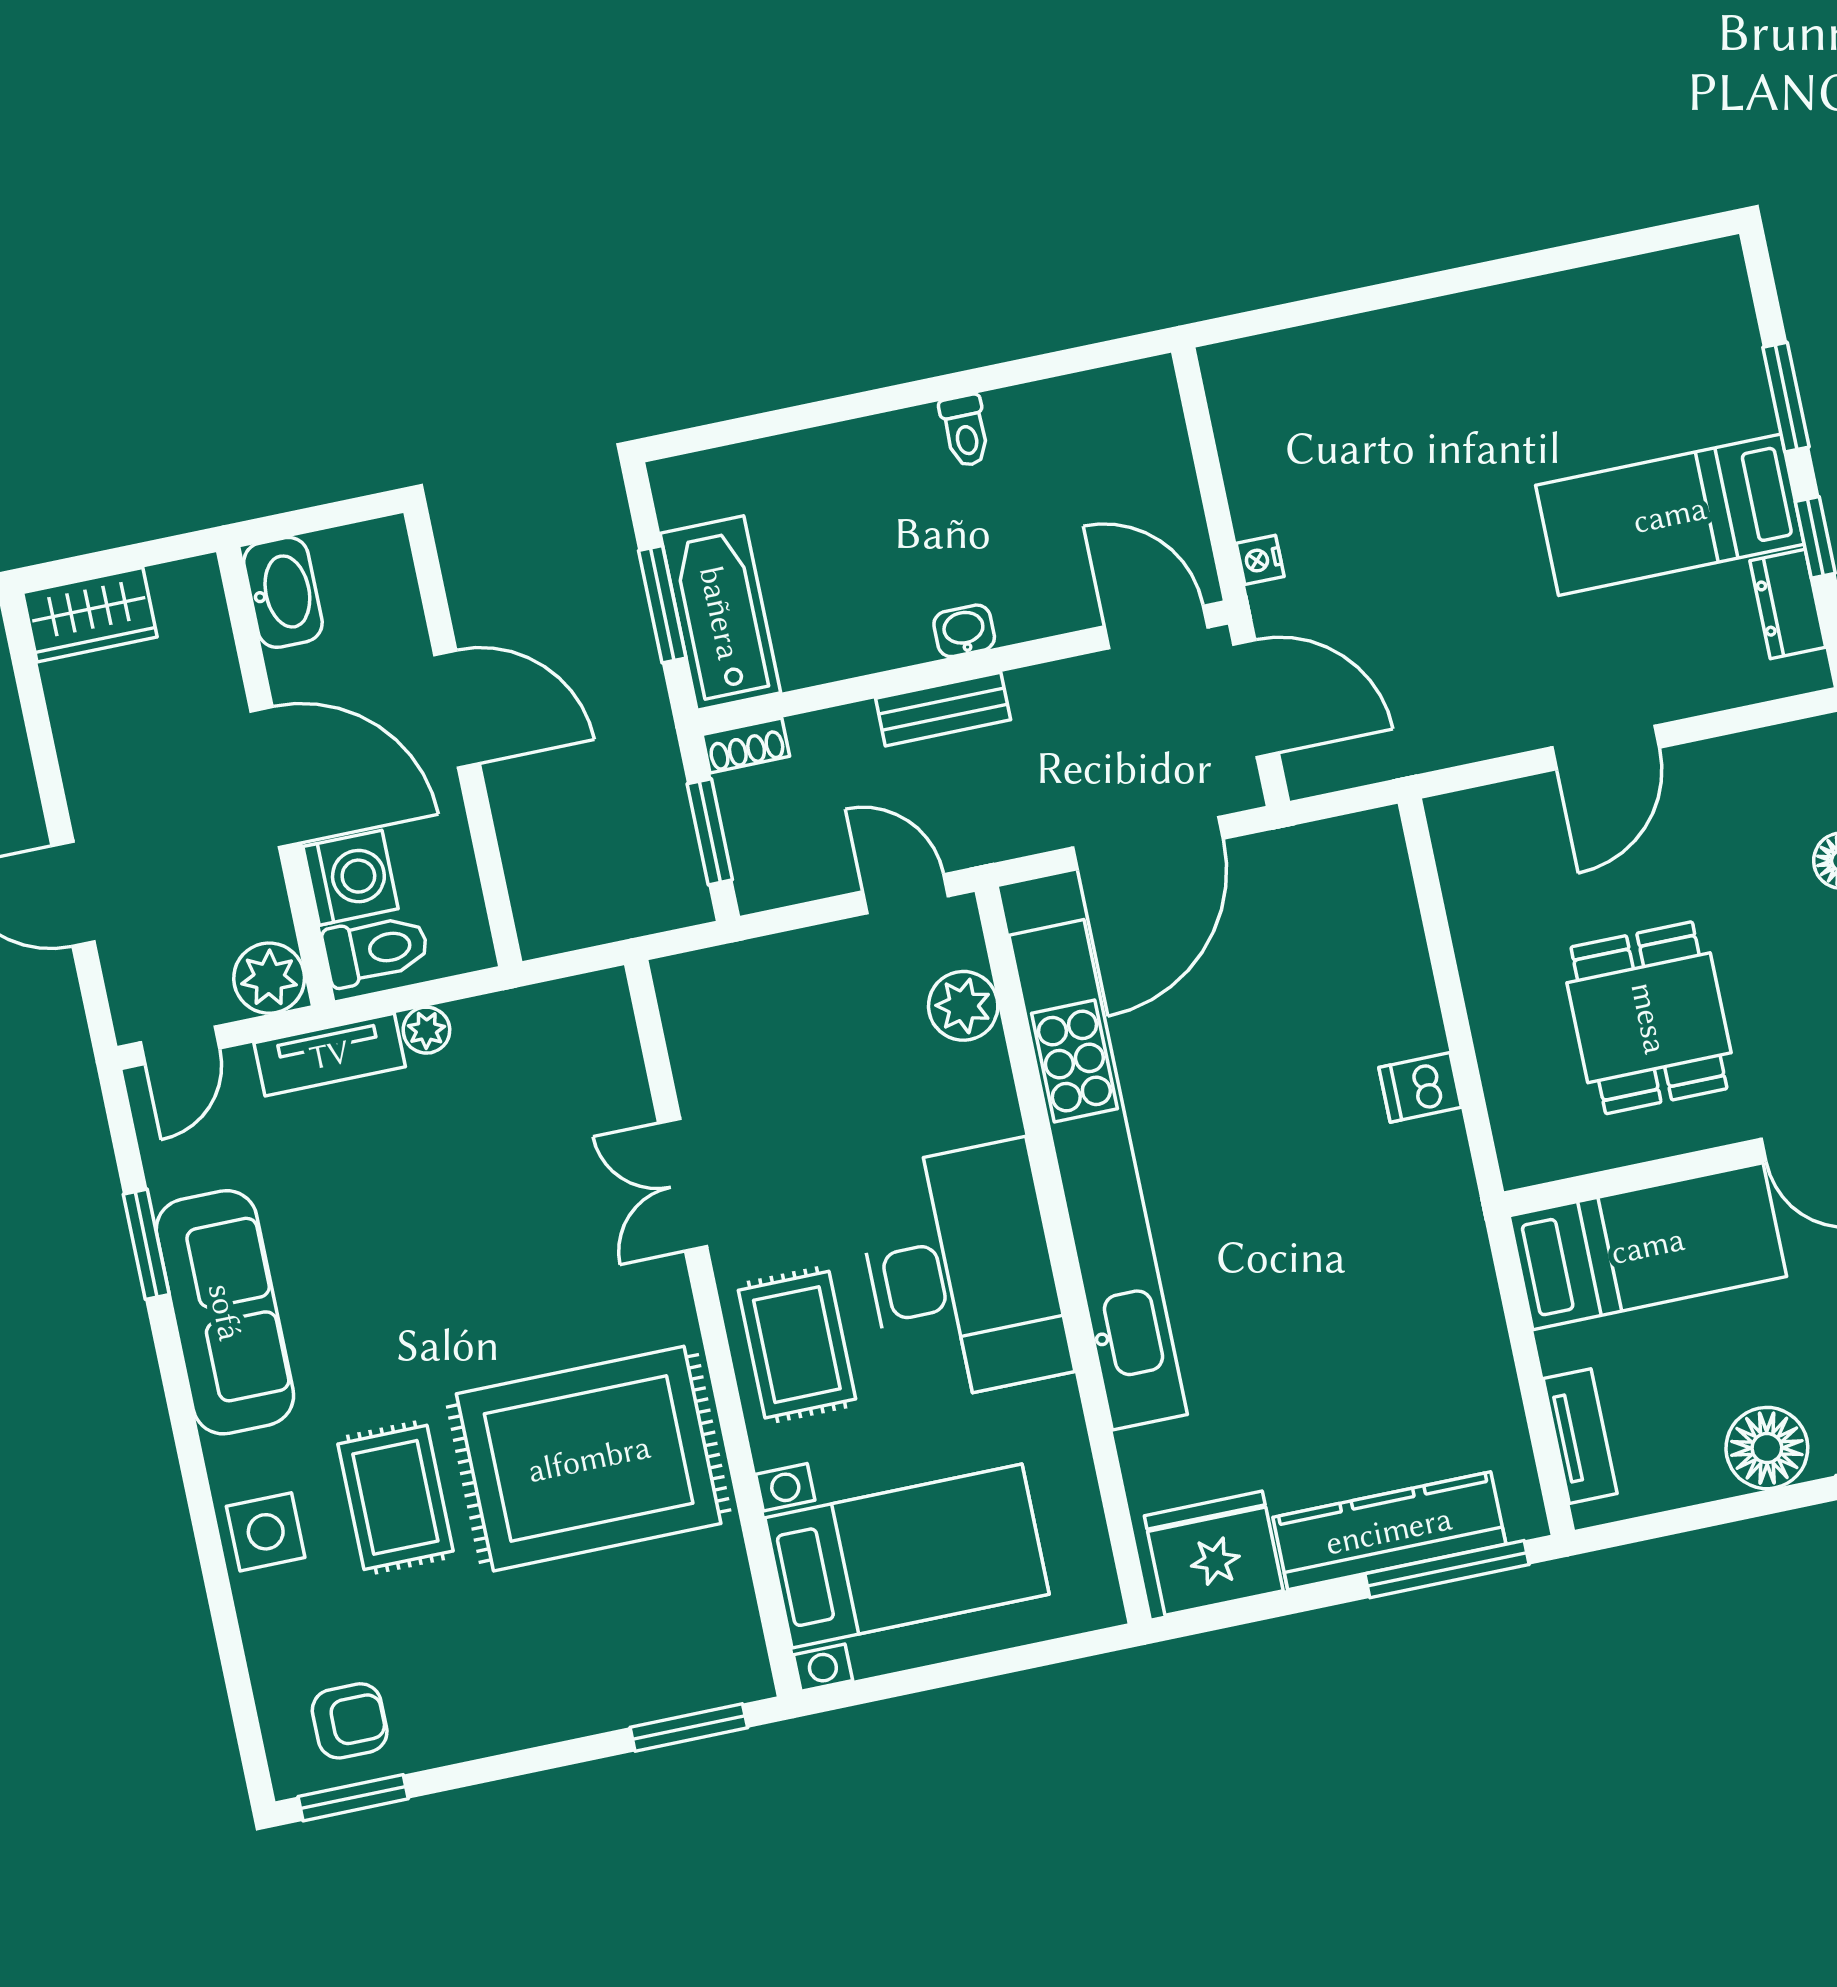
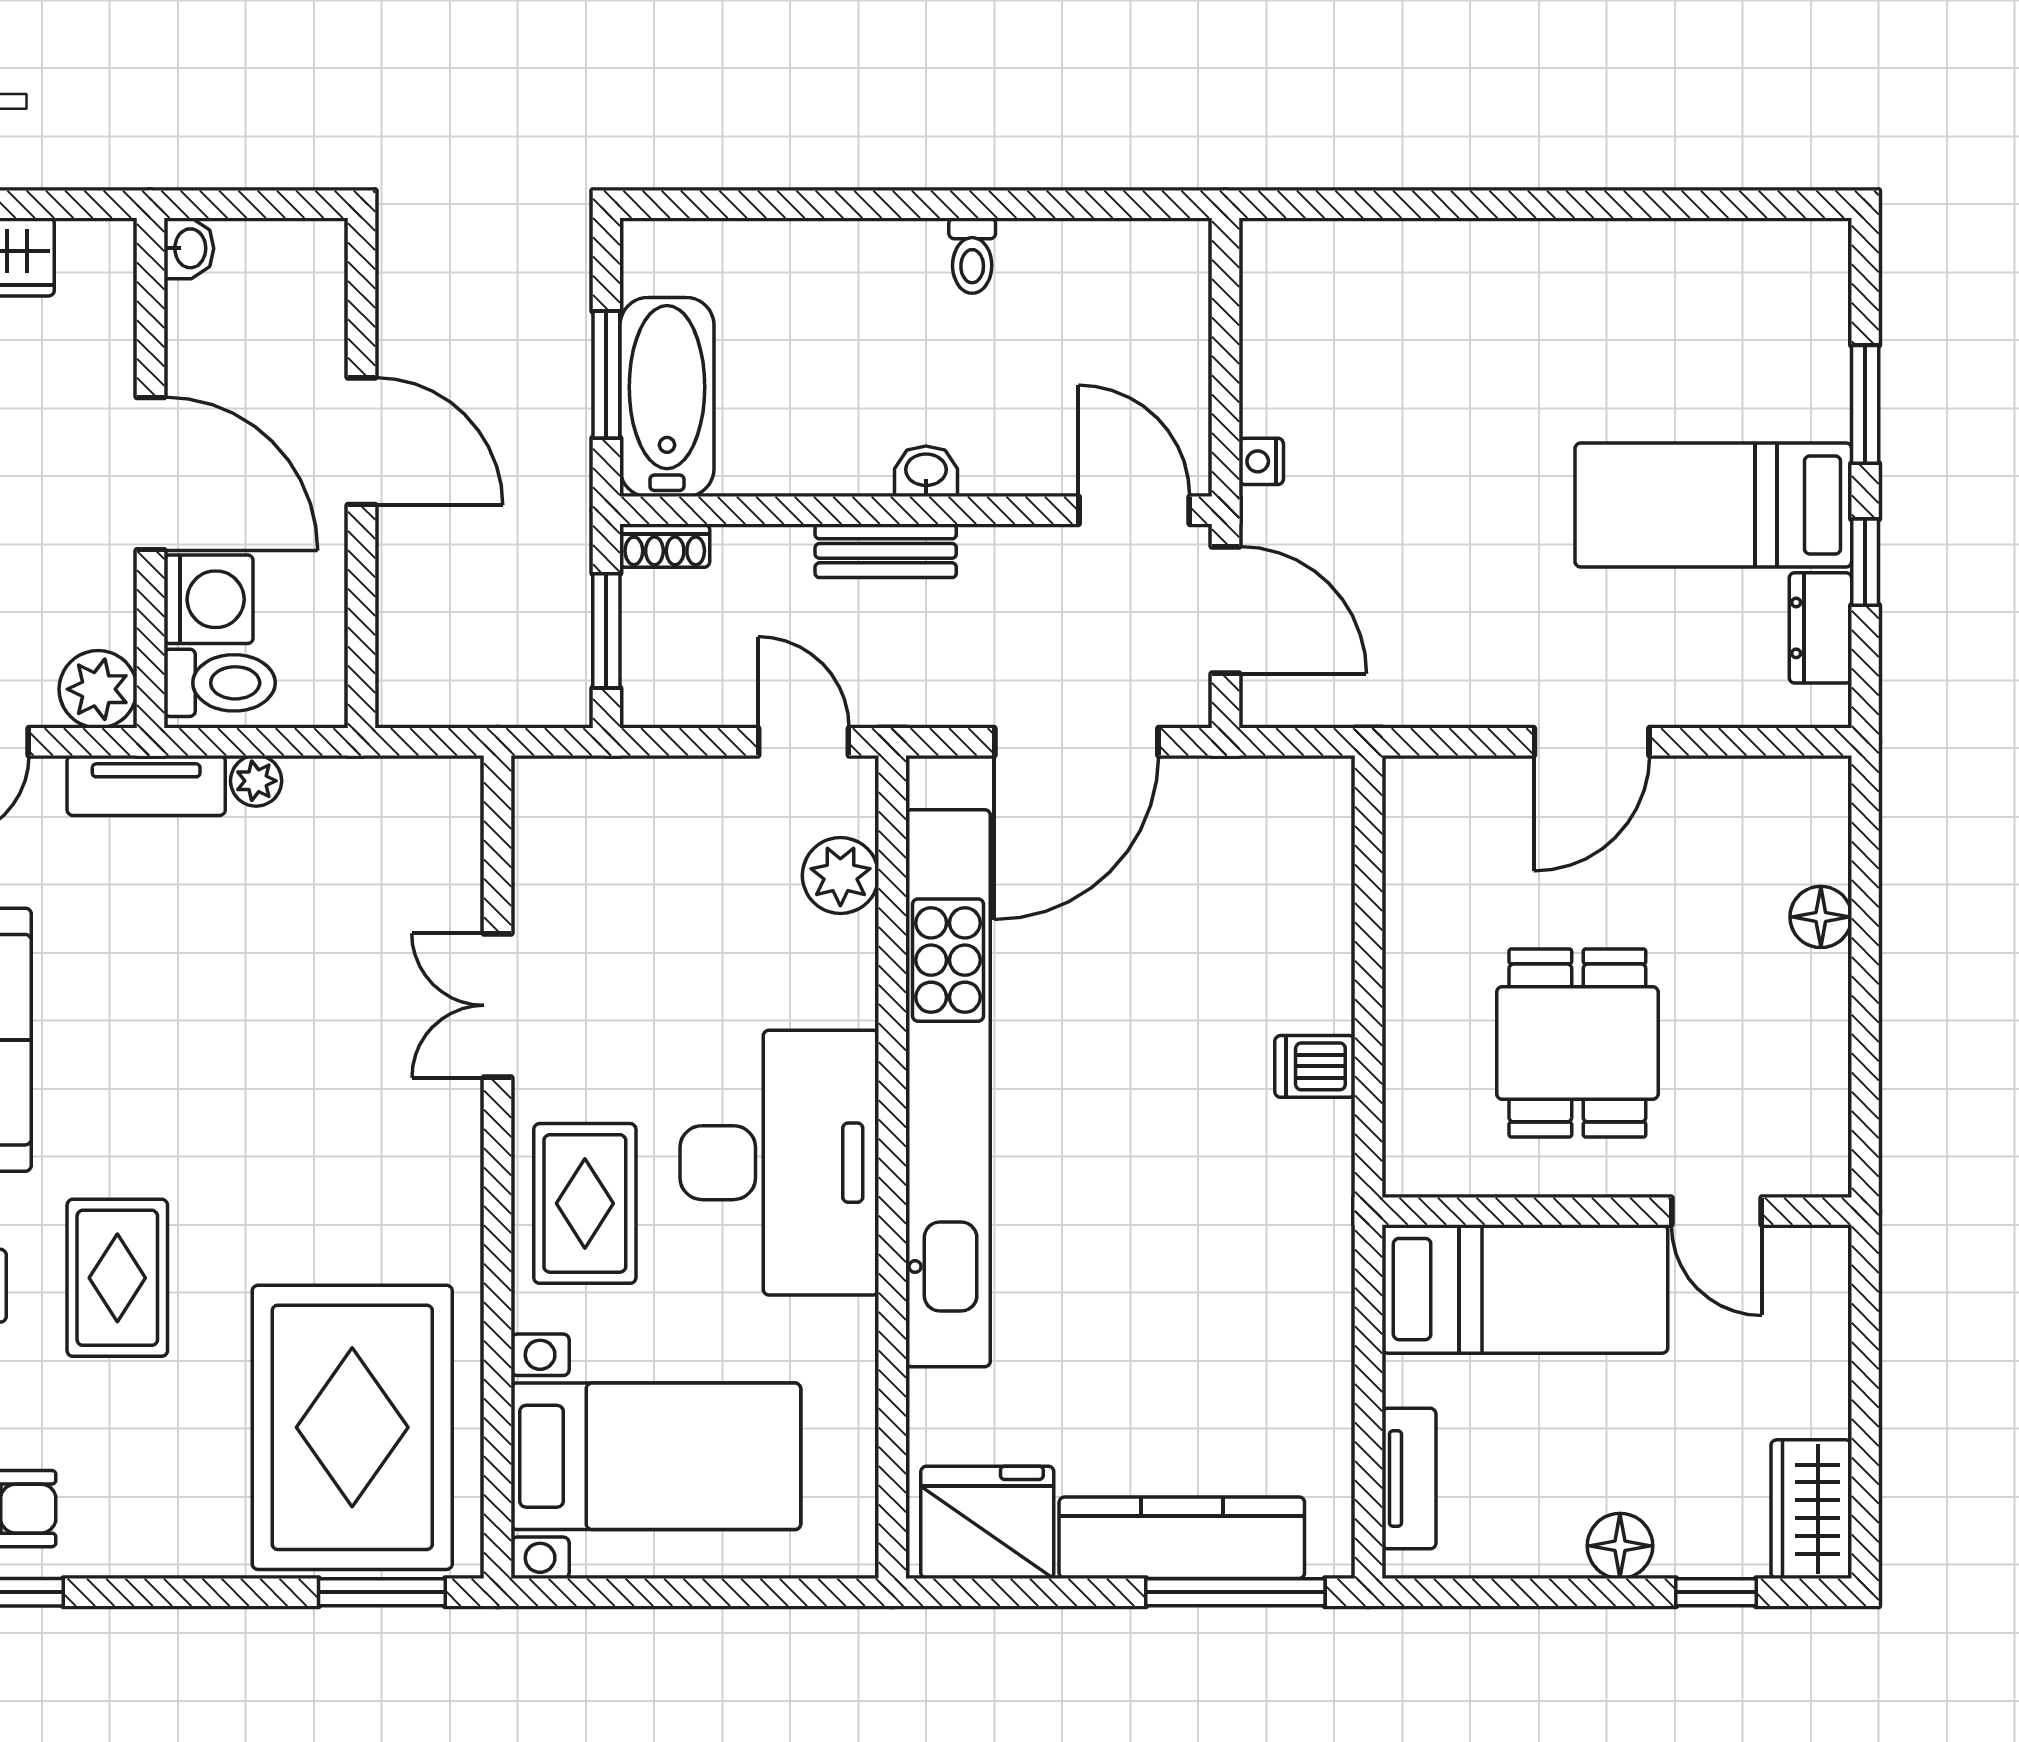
washbasin: (283, 592) -> (189, 248), width x0.52, depth x0.69
floor lamp: (1767, 1448) -> (1620, 1546), width x0.73, depth x0.73
rug: (589, 1459) -> (352, 1427), moved, turned 90

